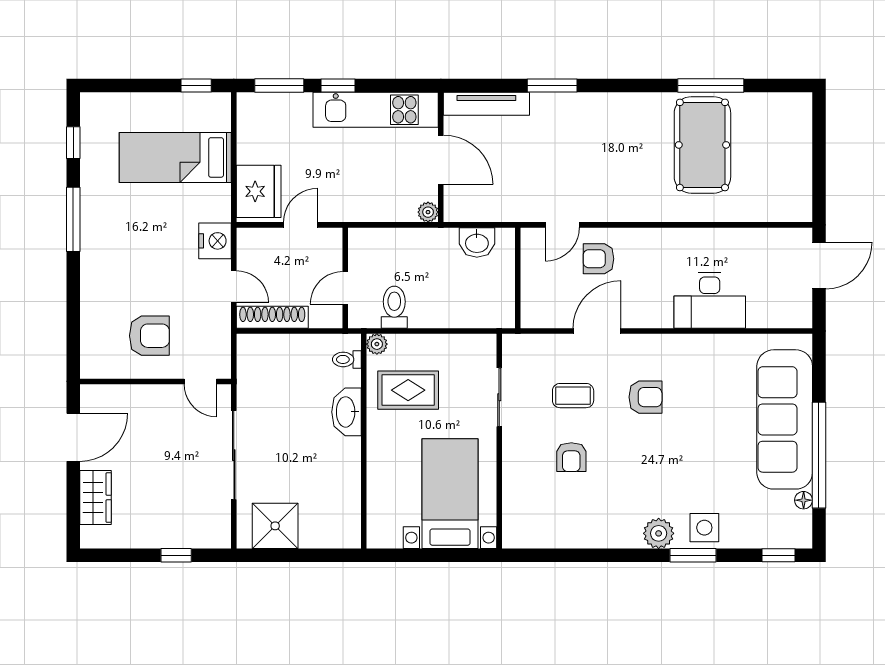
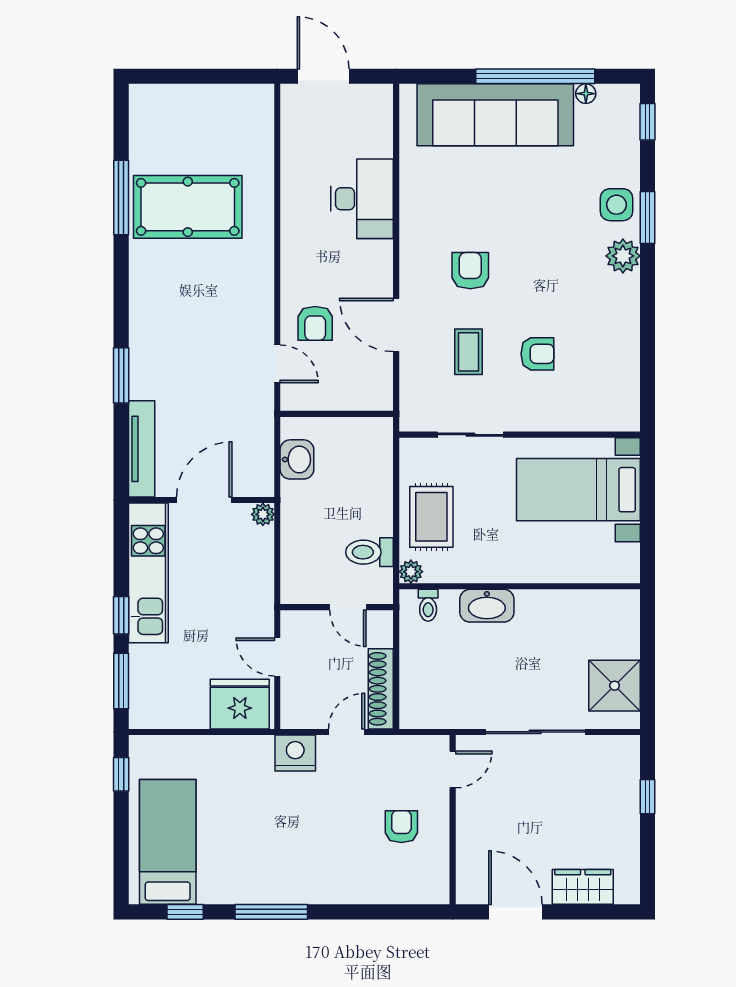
bed: (175, 157) -> (168, 842), moved, turned 180
armchair: (149, 336) -> (401, 827), width x0.72, depth x0.72
rug: (408, 390) -> (431, 517), moved

